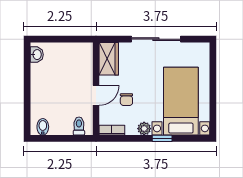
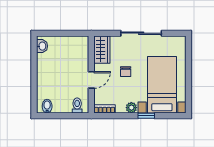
chair: (126, 100) -> (126, 72), moved

